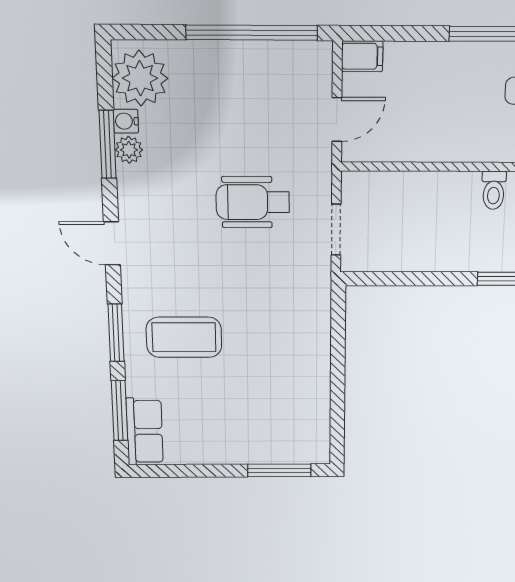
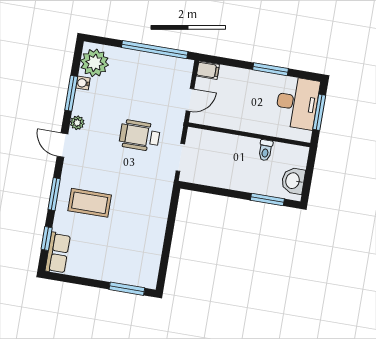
plant: (129, 150) -> (77, 123), moved
window: (119, 411) -> (47, 238), width x0.67

